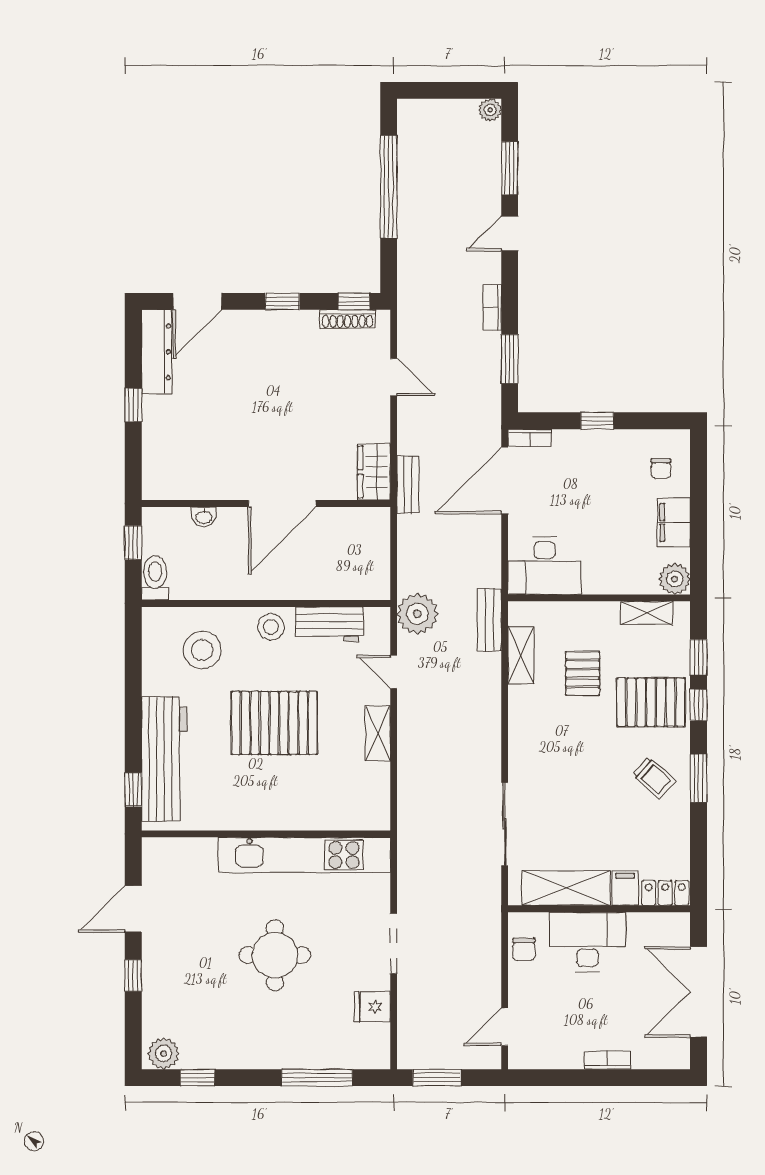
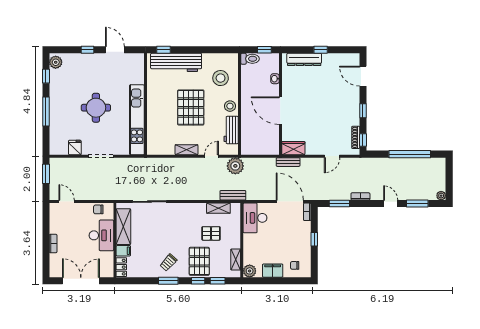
dresser: (157, 352) -> (304, 59), moved
window: (317, 1078) -> (46, 112), moved

